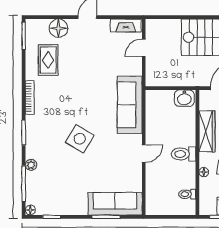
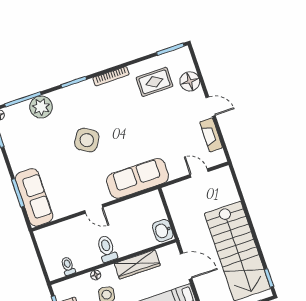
fireplace: (126, 25) -> (211, 135), moved
plant: (31, 165) -> (41, 107), width x1.88, depth x1.88

